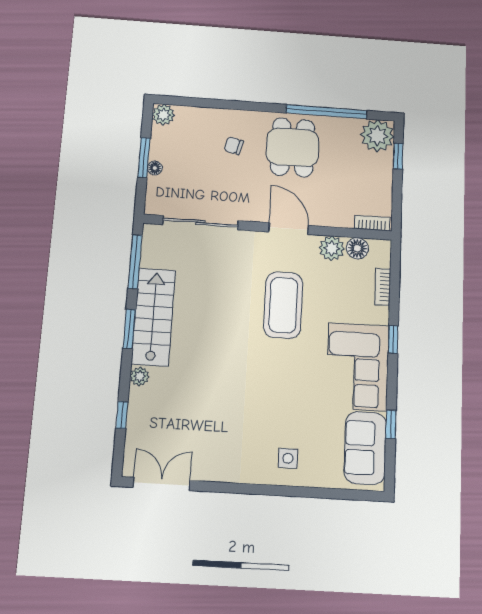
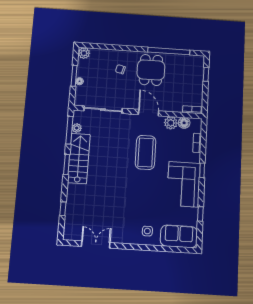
plant: (377, 136) -> (195, 64), removed
plant: (140, 376) -> (77, 128), moved
sofa: (365, 448) -> (179, 236), moved, turned 90
double door: (162, 484) -> (96, 244), moved

